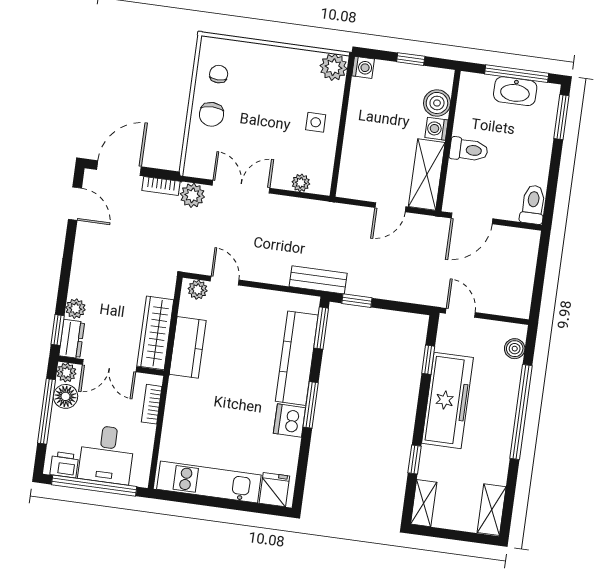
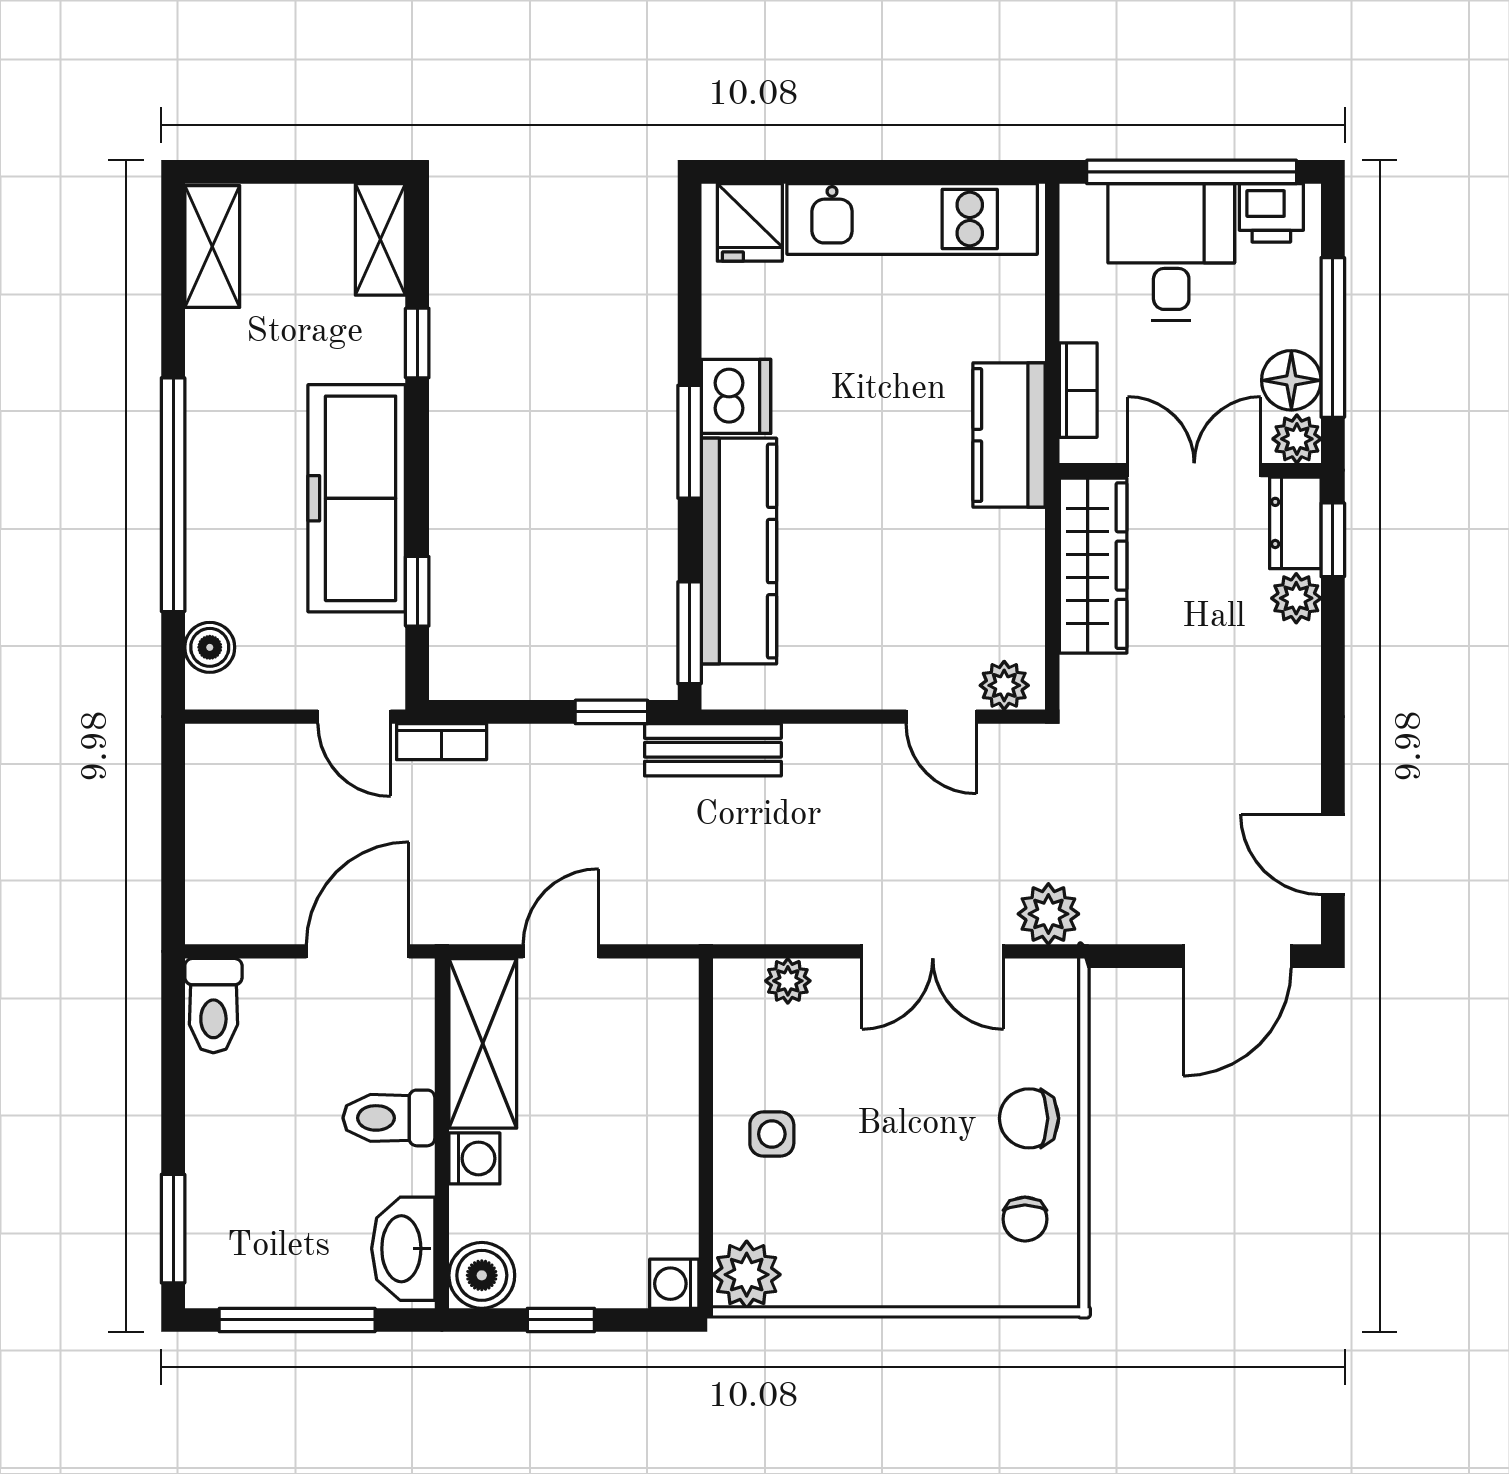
washbasin: (515, 91) -> (403, 1249), moved, turned -90
boiler: (437, 103) -> (482, 1275), moved
chair: (211, 114) -> (1029, 1118), turned -90
bookcase: (161, 186) -> (442, 742), moved, turned 180
kitchen counter: (188, 347) -> (1009, 435), moved

